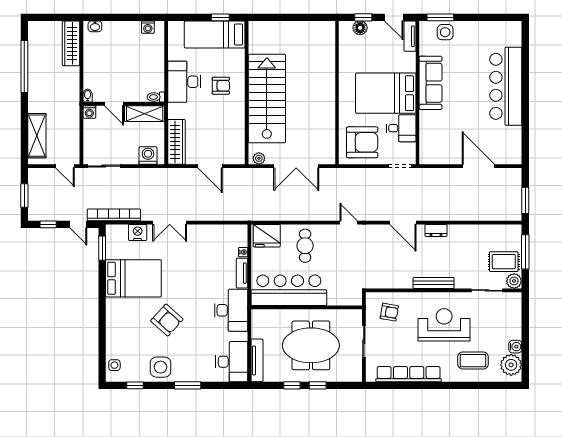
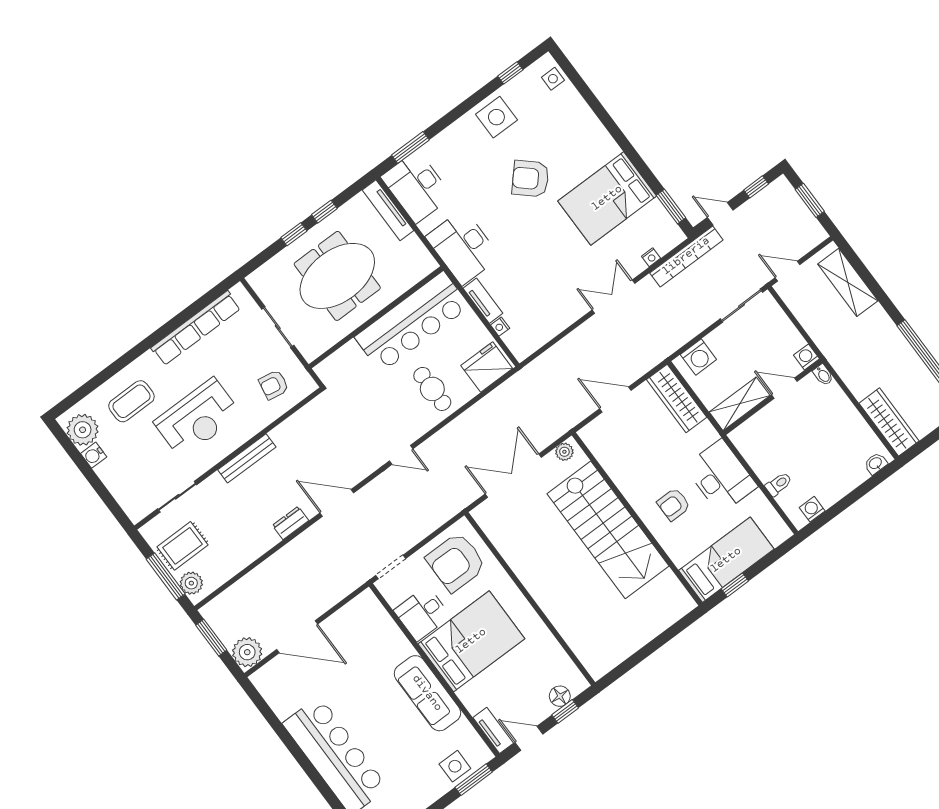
toilet: (156, 97) -> (779, 484), moved
plant: (512, 178) -> (247, 652), added
nightstand: (138, 232) -> (651, 257), width x0.53, depth x0.56
plant: (514, 281) -> (191, 583), moved
window: (188, 385) -> (410, 147), moved

